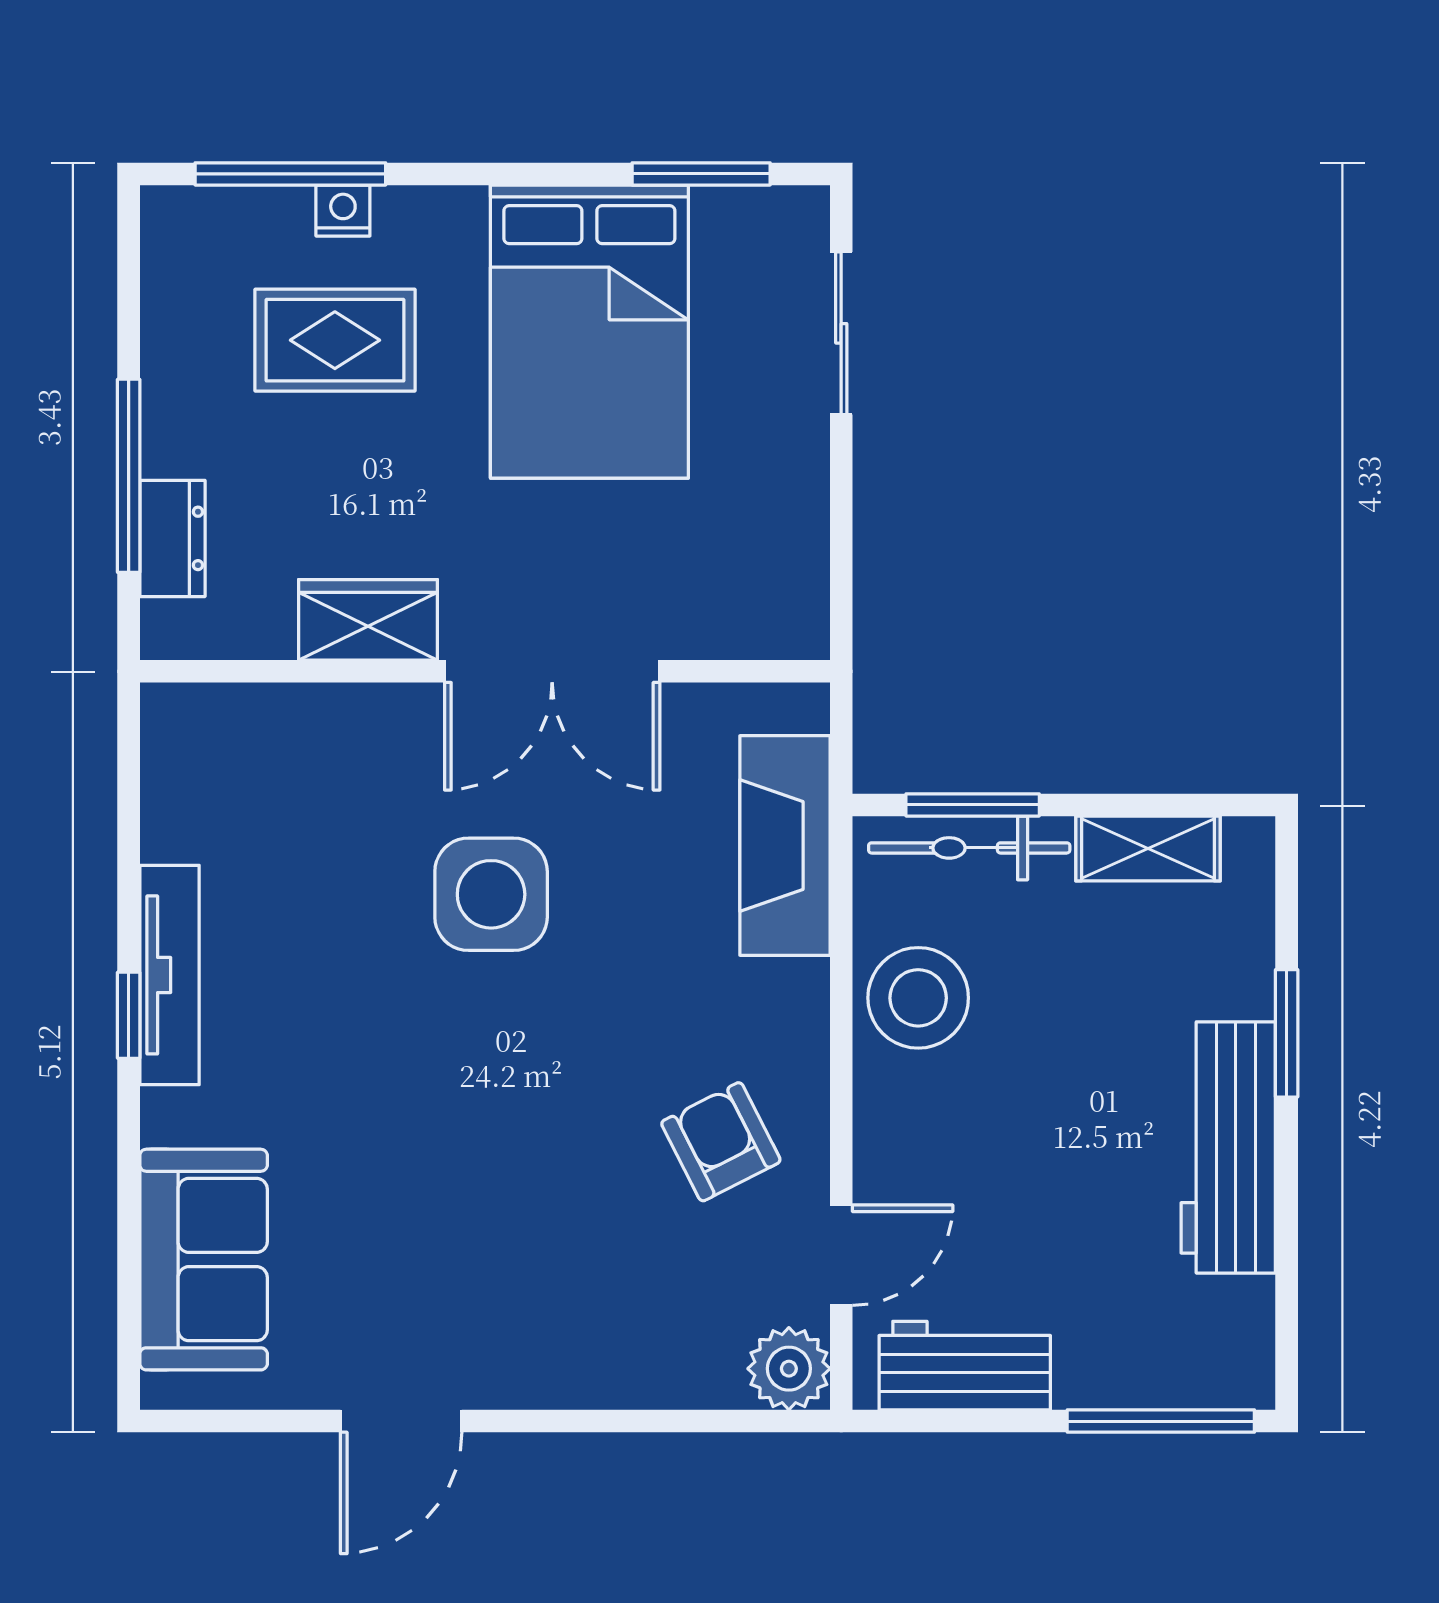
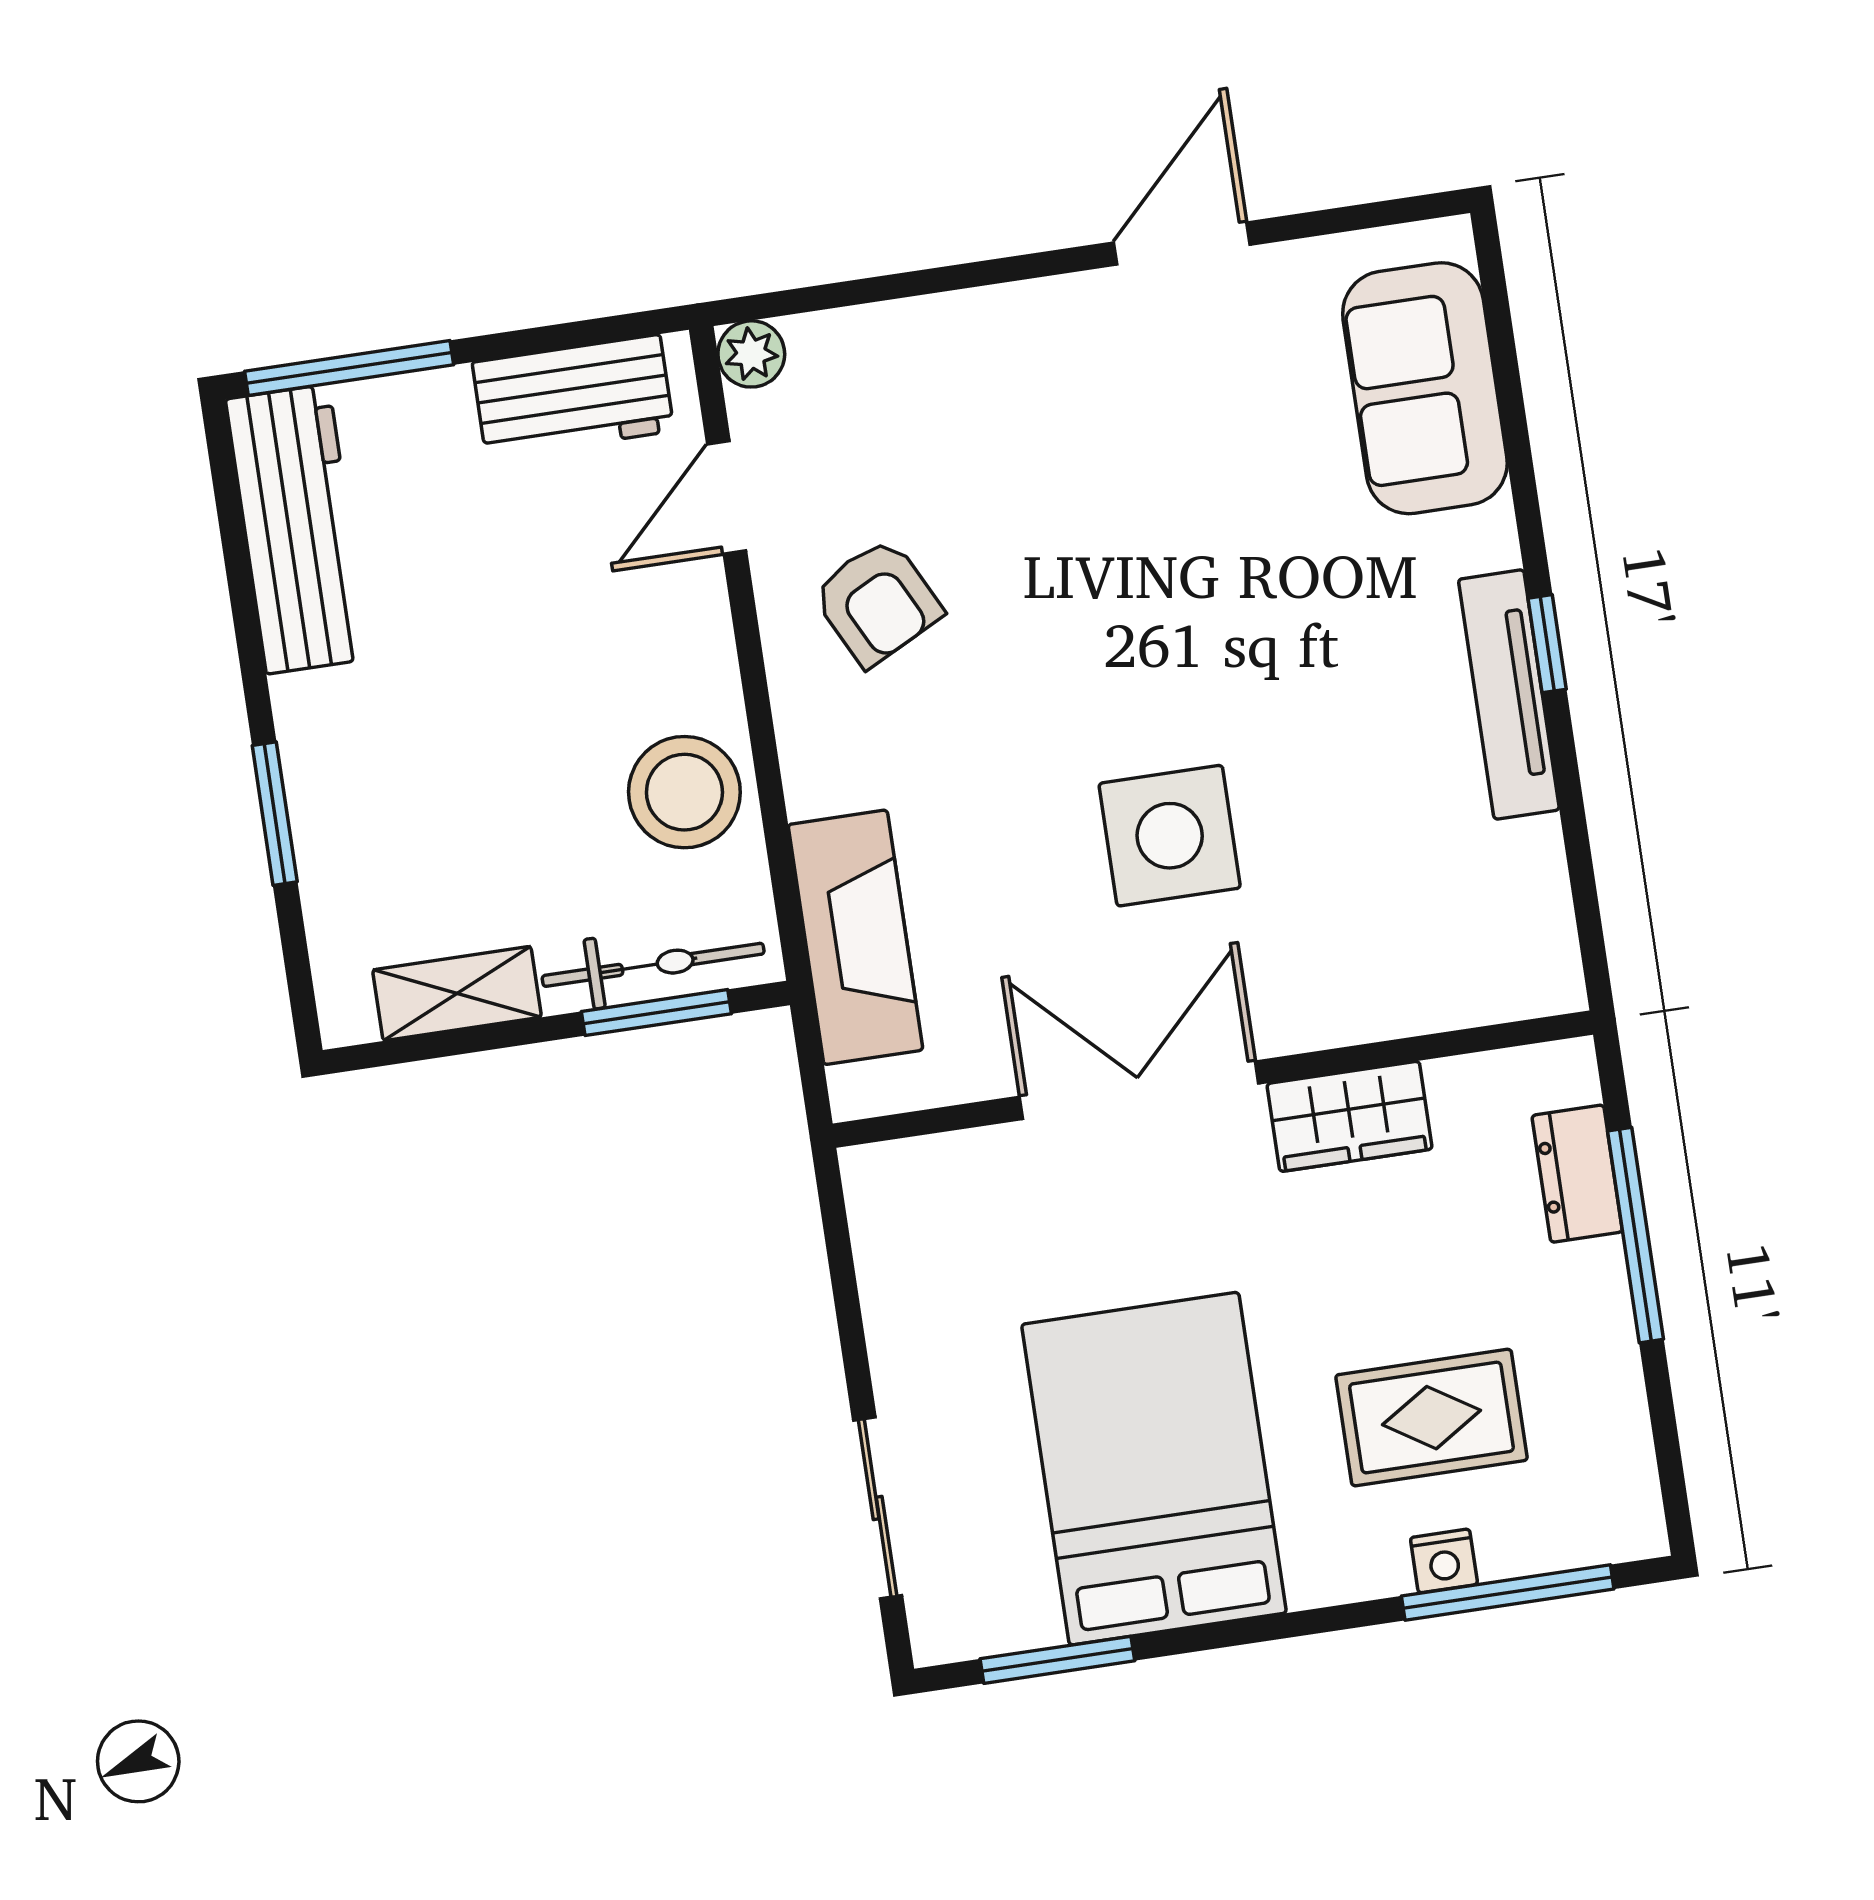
workbench: (1228, 1147) -> (298, 529), moved
plant: (789, 1369) -> (751, 354), width x0.73, depth x0.73

